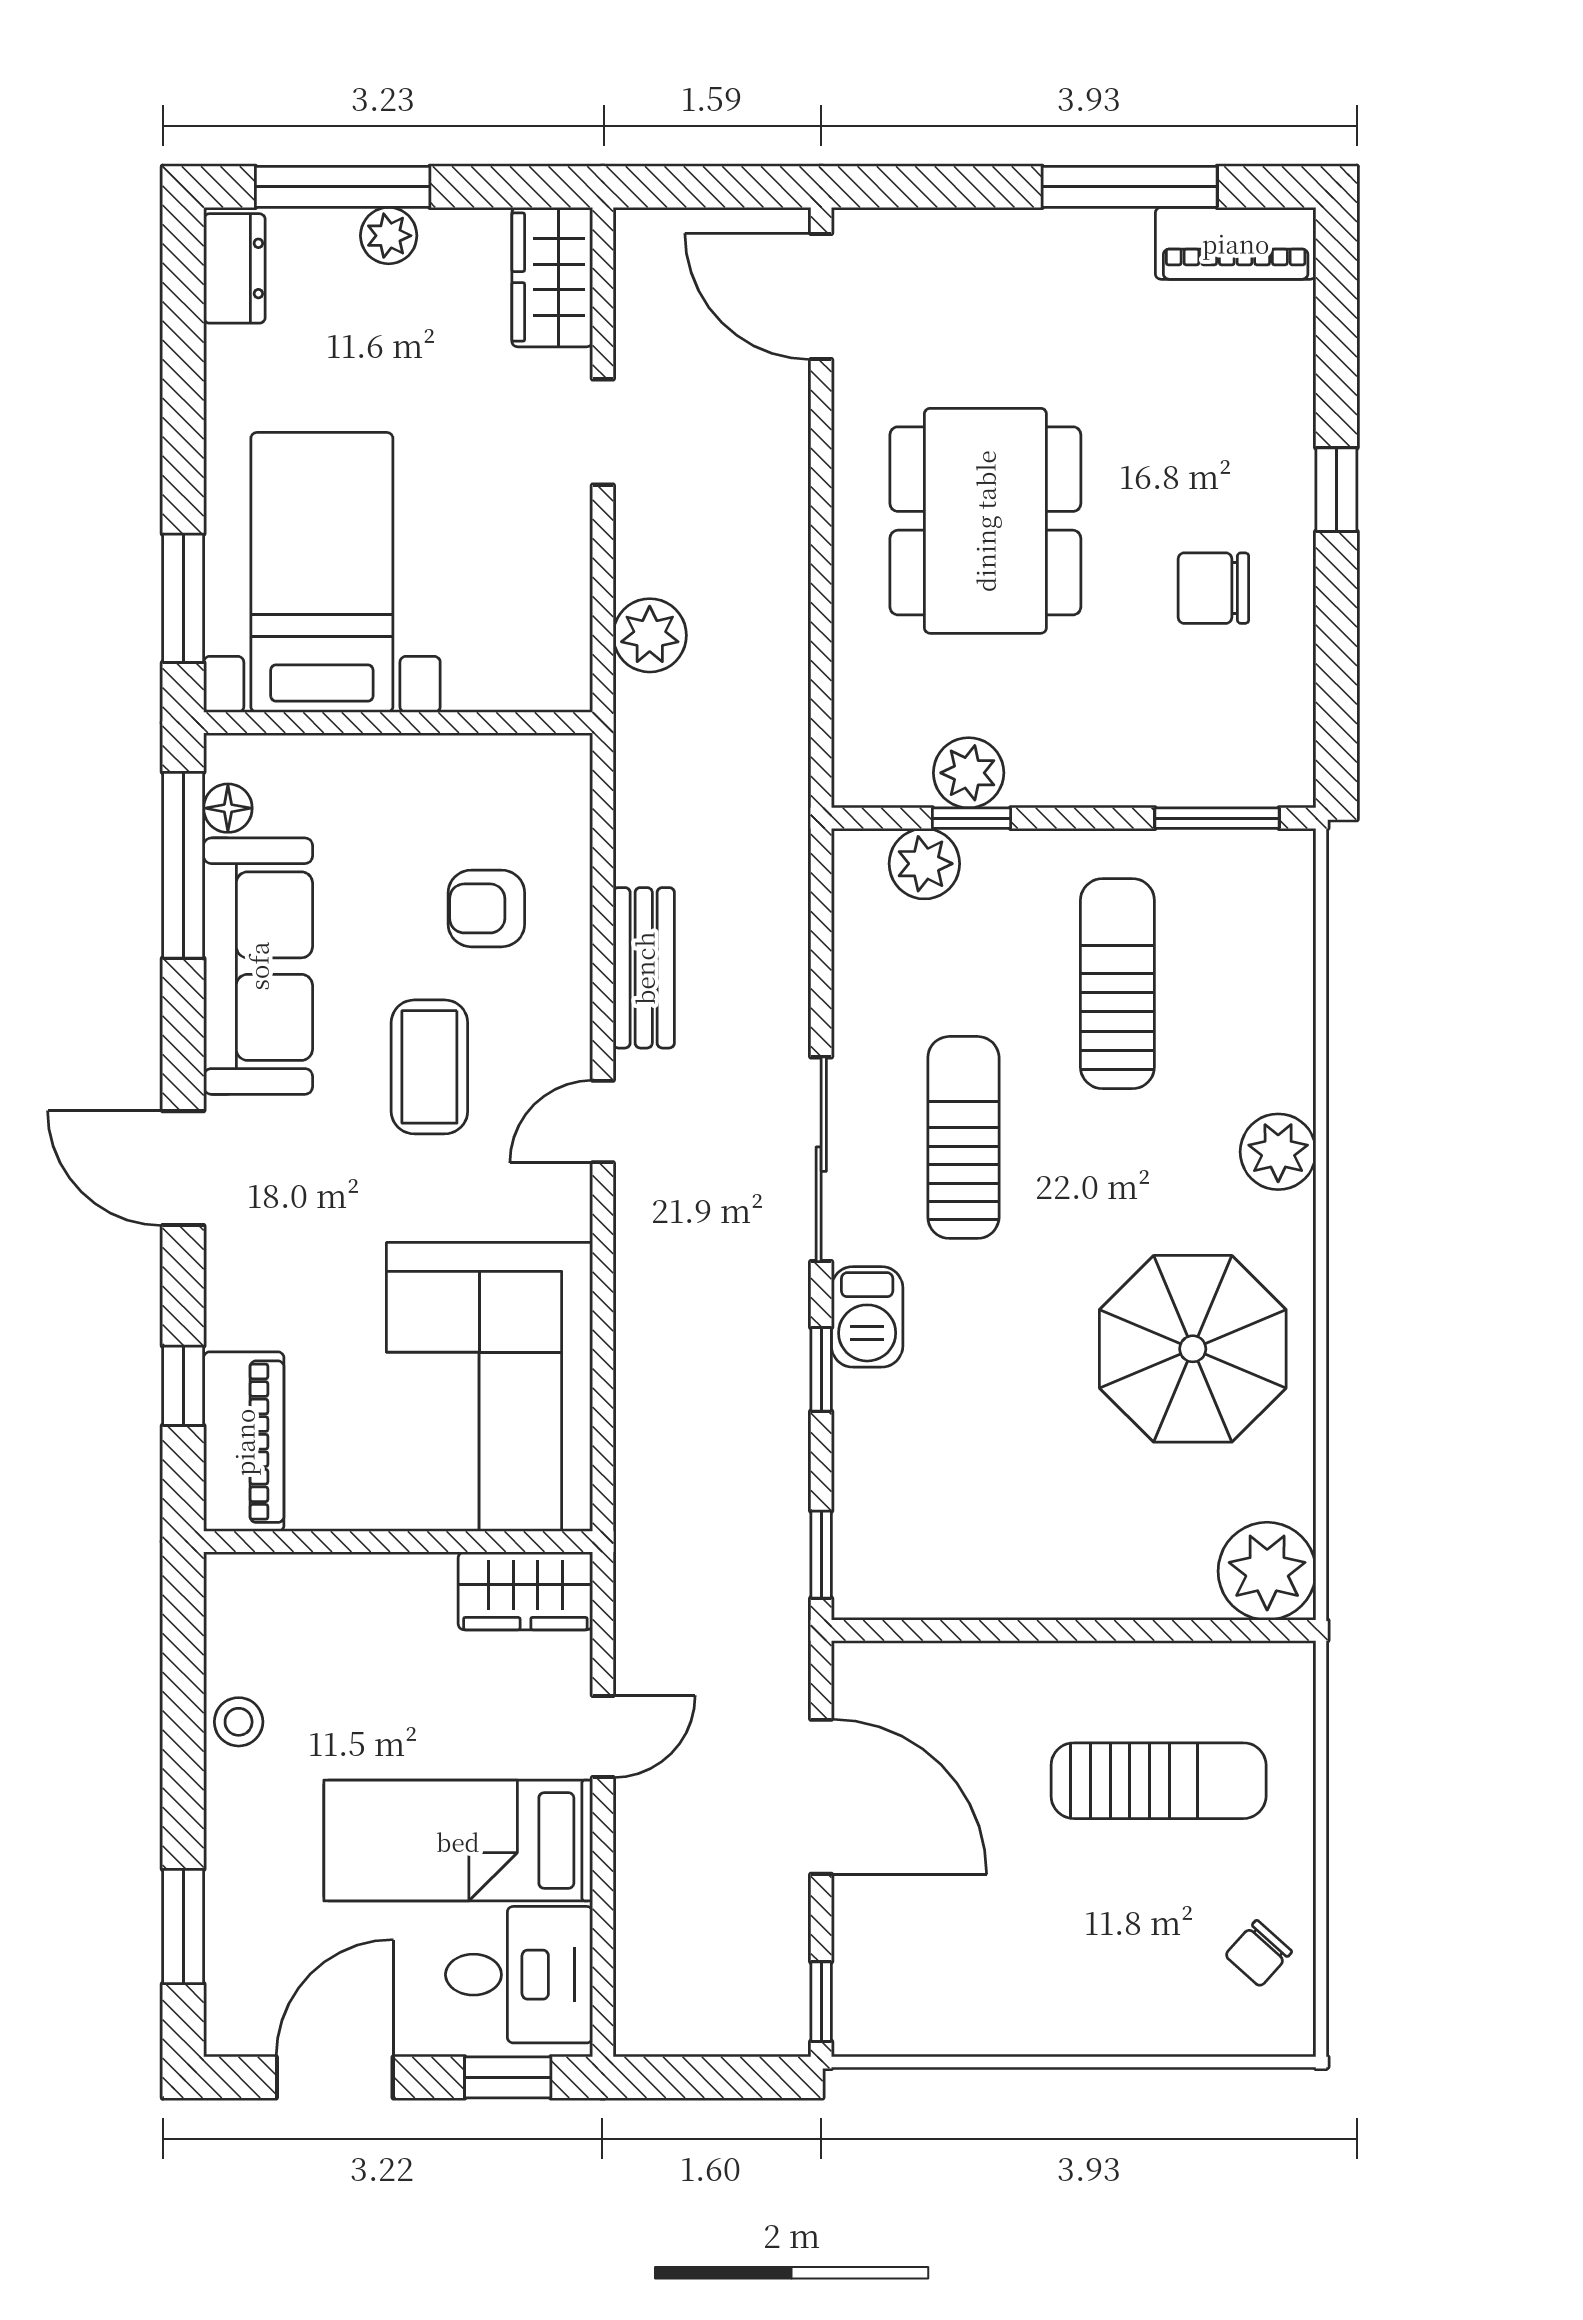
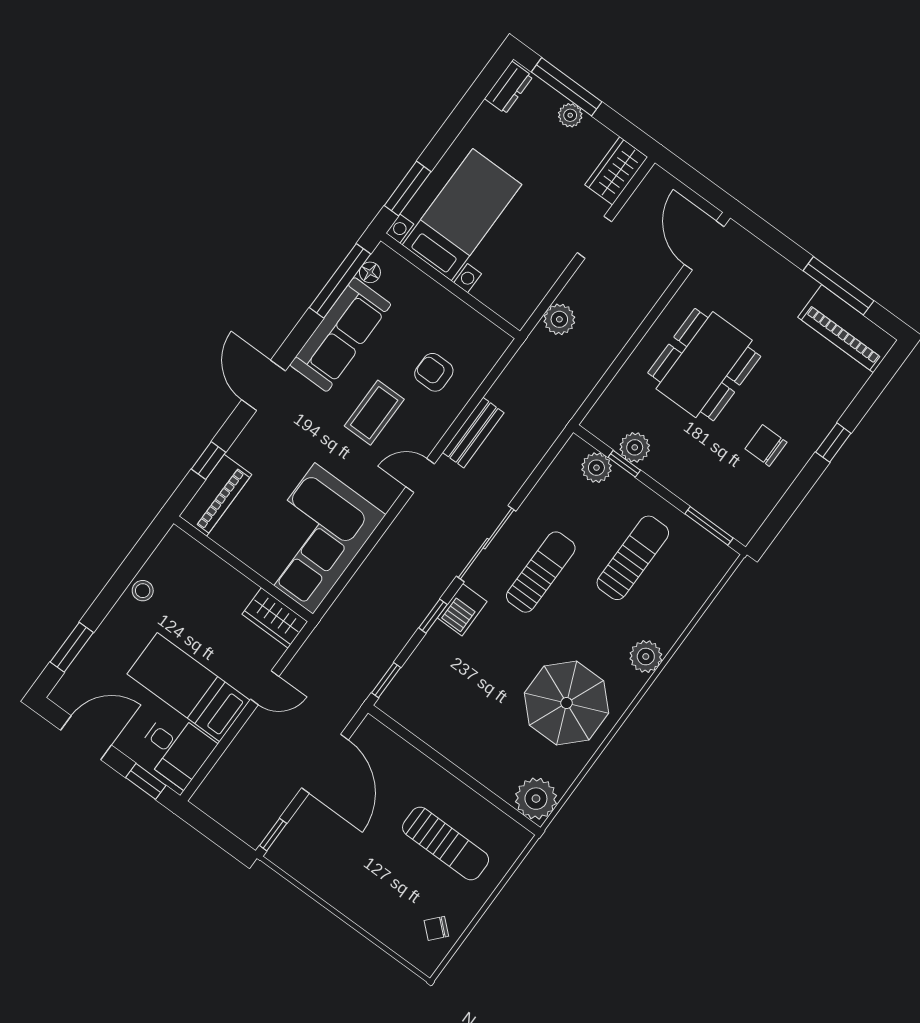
piano: (1236, 243) -> (848, 329), width x1.37, depth x1.33

